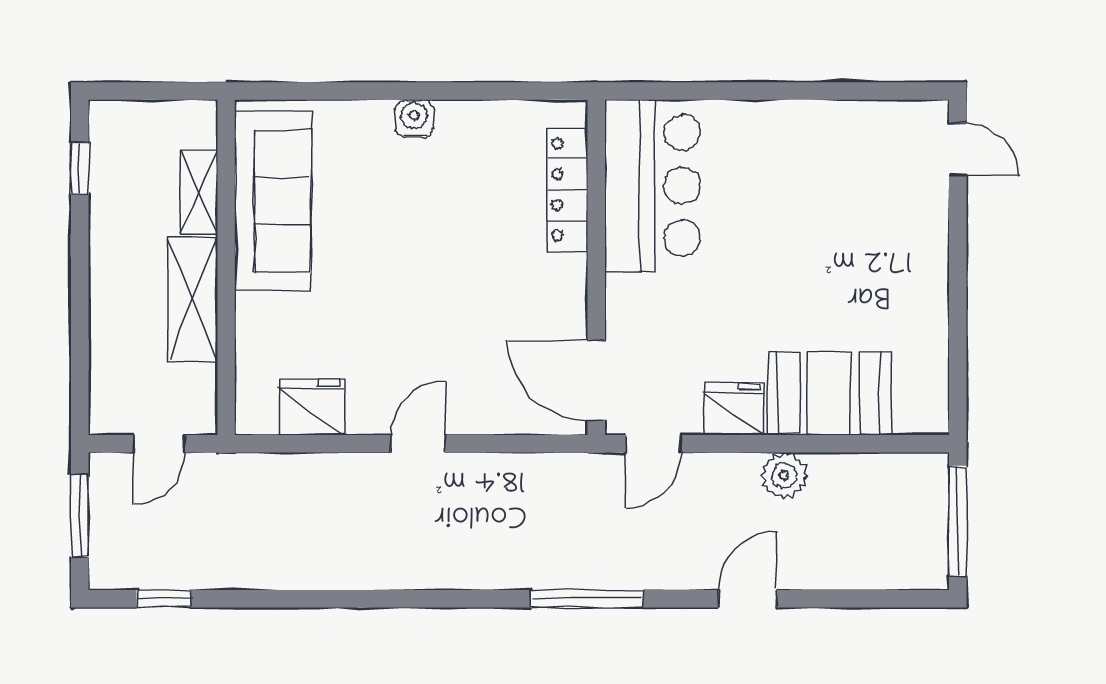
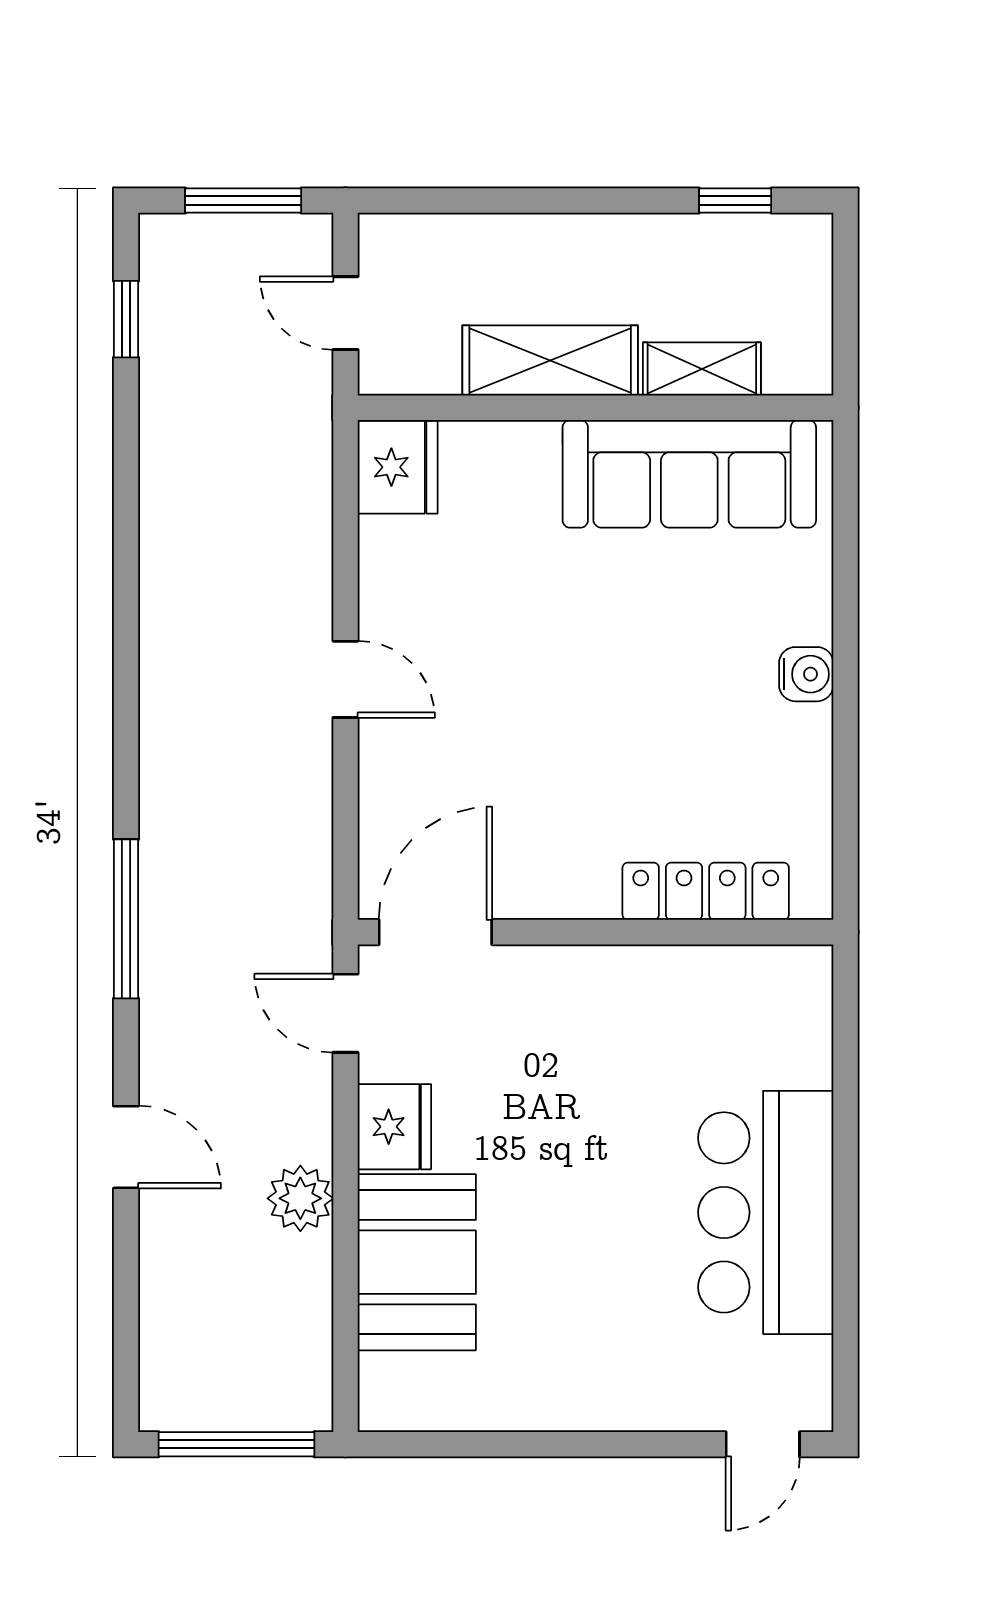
bar counter: (653, 185) -> (766, 1212), moved, turned 90
fridge: (312, 407) -> (398, 467), moved

